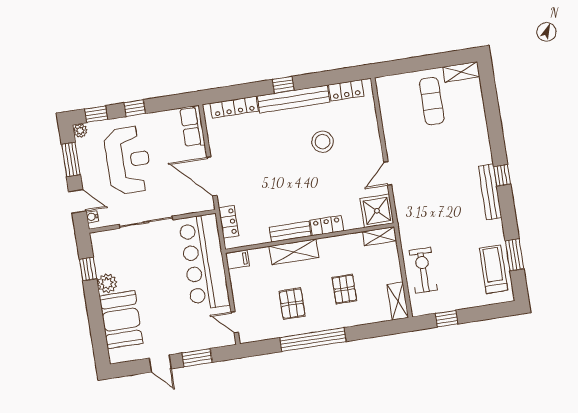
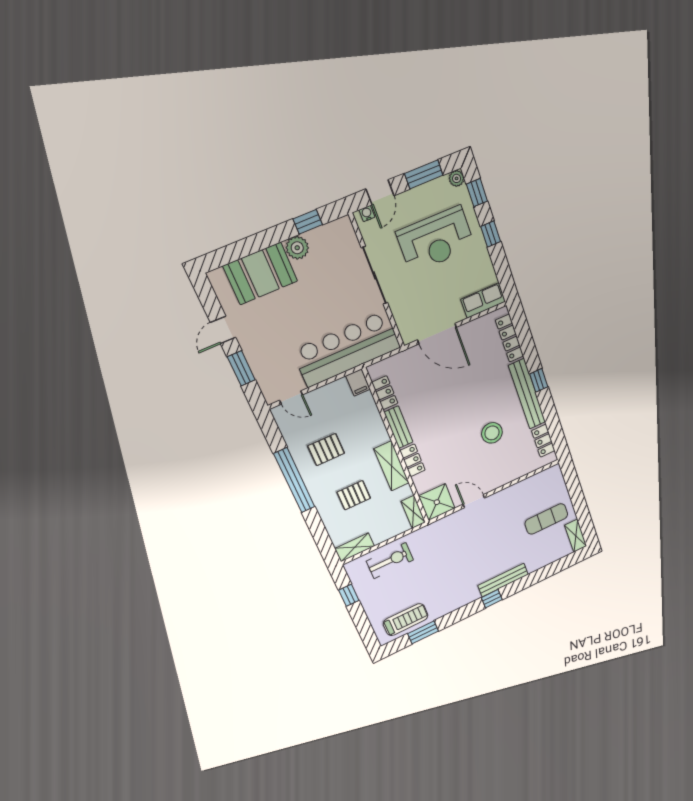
door: (212, 176) -> (437, 334), swing flipped
bench: (490, 192) -> (503, 580), moved
locker: (229, 222) -> (385, 393), moved, turned -90
shelving: (294, 252) -> (391, 466), moved
door: (235, 322) -> (291, 398), swing flipped

